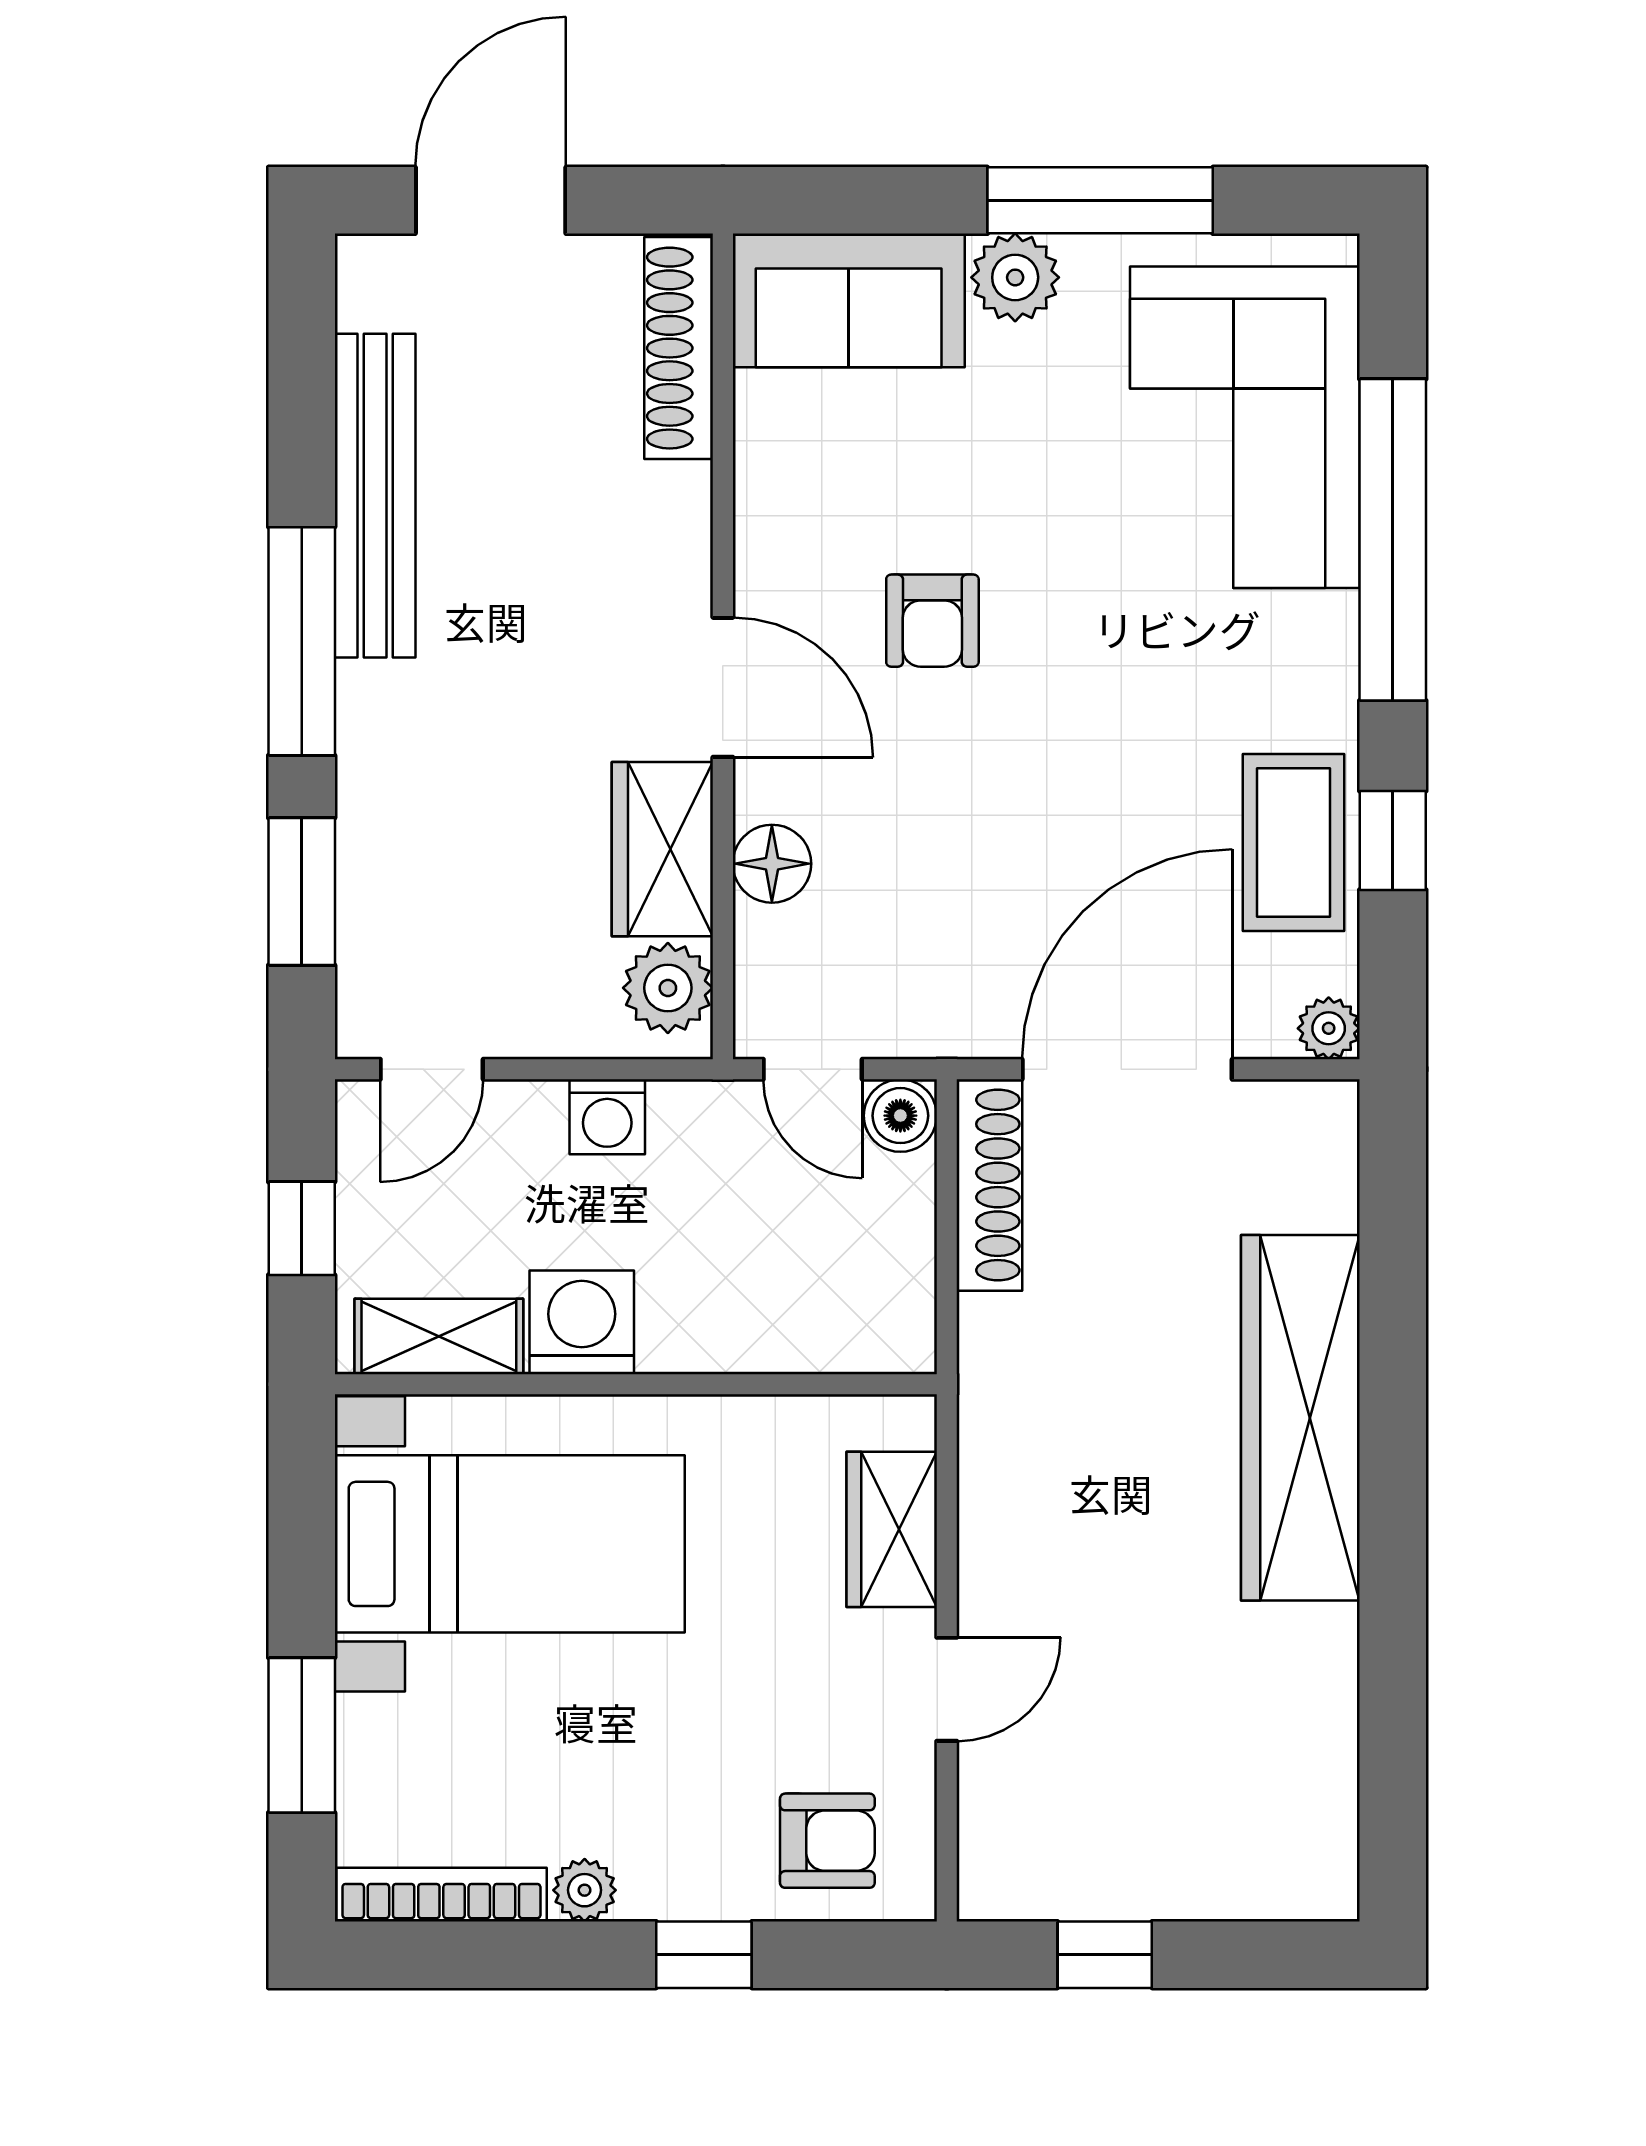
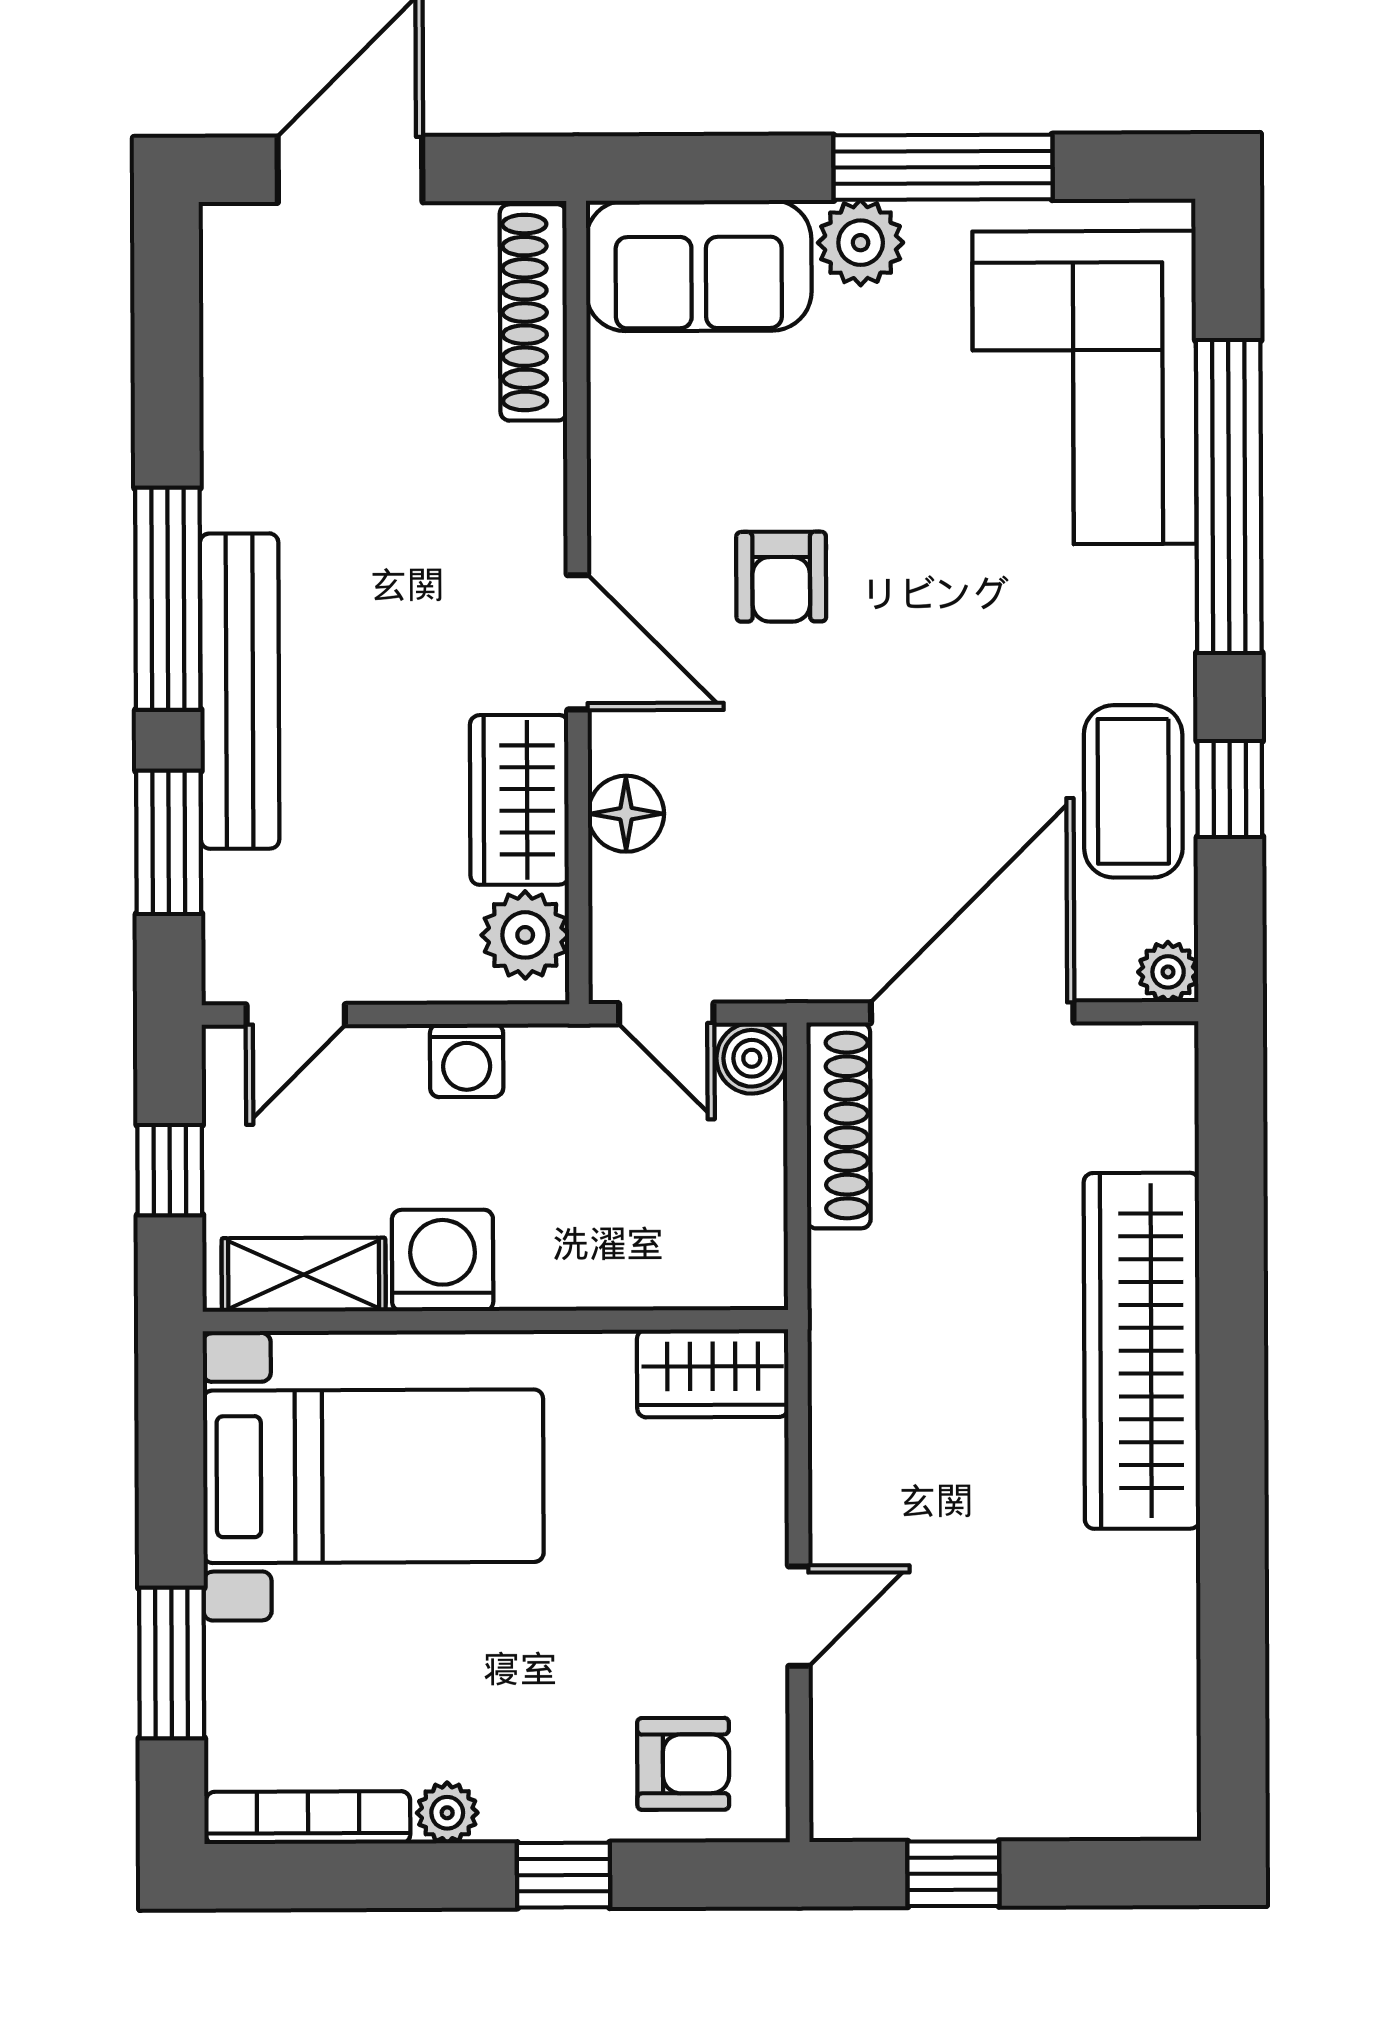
bench: (375, 496) -> (240, 691), moved
wardrobe: (892, 1529) -> (713, 1373), moved, turned -90

